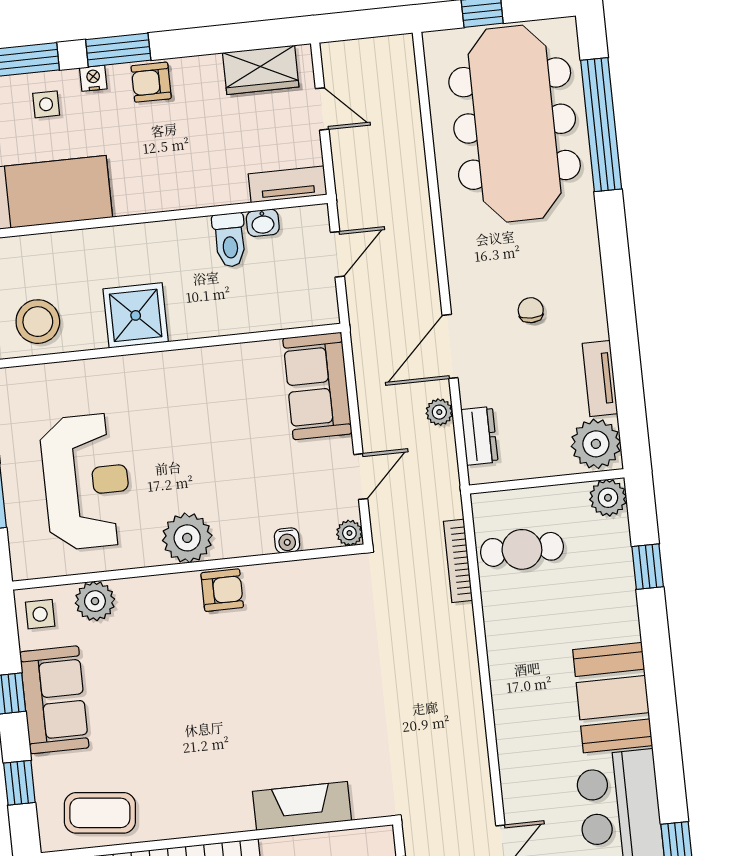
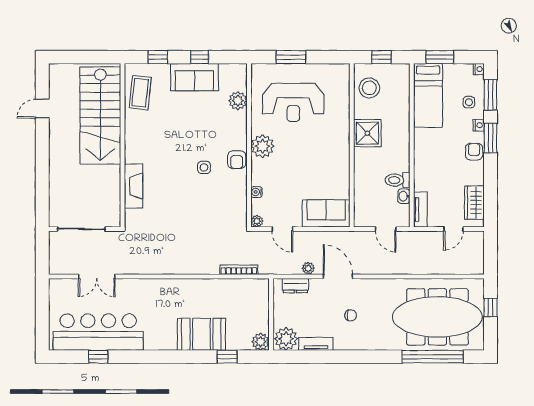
cafe table: (522, 549) -> (241, 300), removed
side table: (40, 614) -> (204, 167), moved
booth: (613, 698) -> (201, 334), moved

